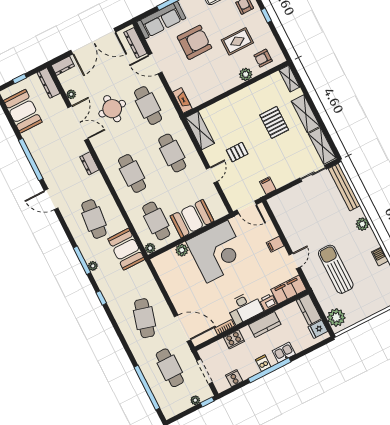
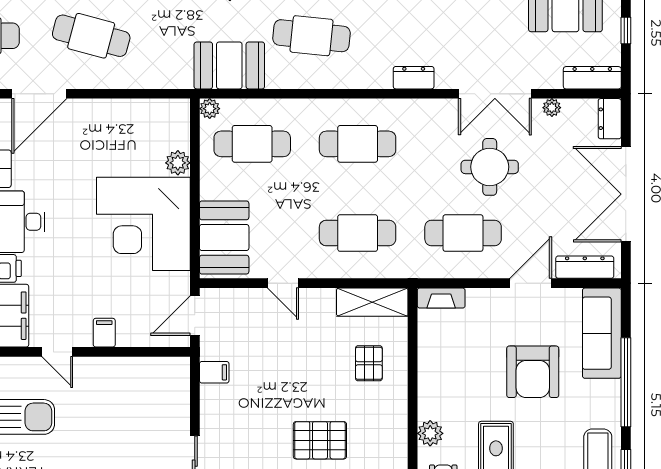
pallet: (237, 152) -> (369, 363), moved
booth: (192, 219) -> (224, 237), moved

